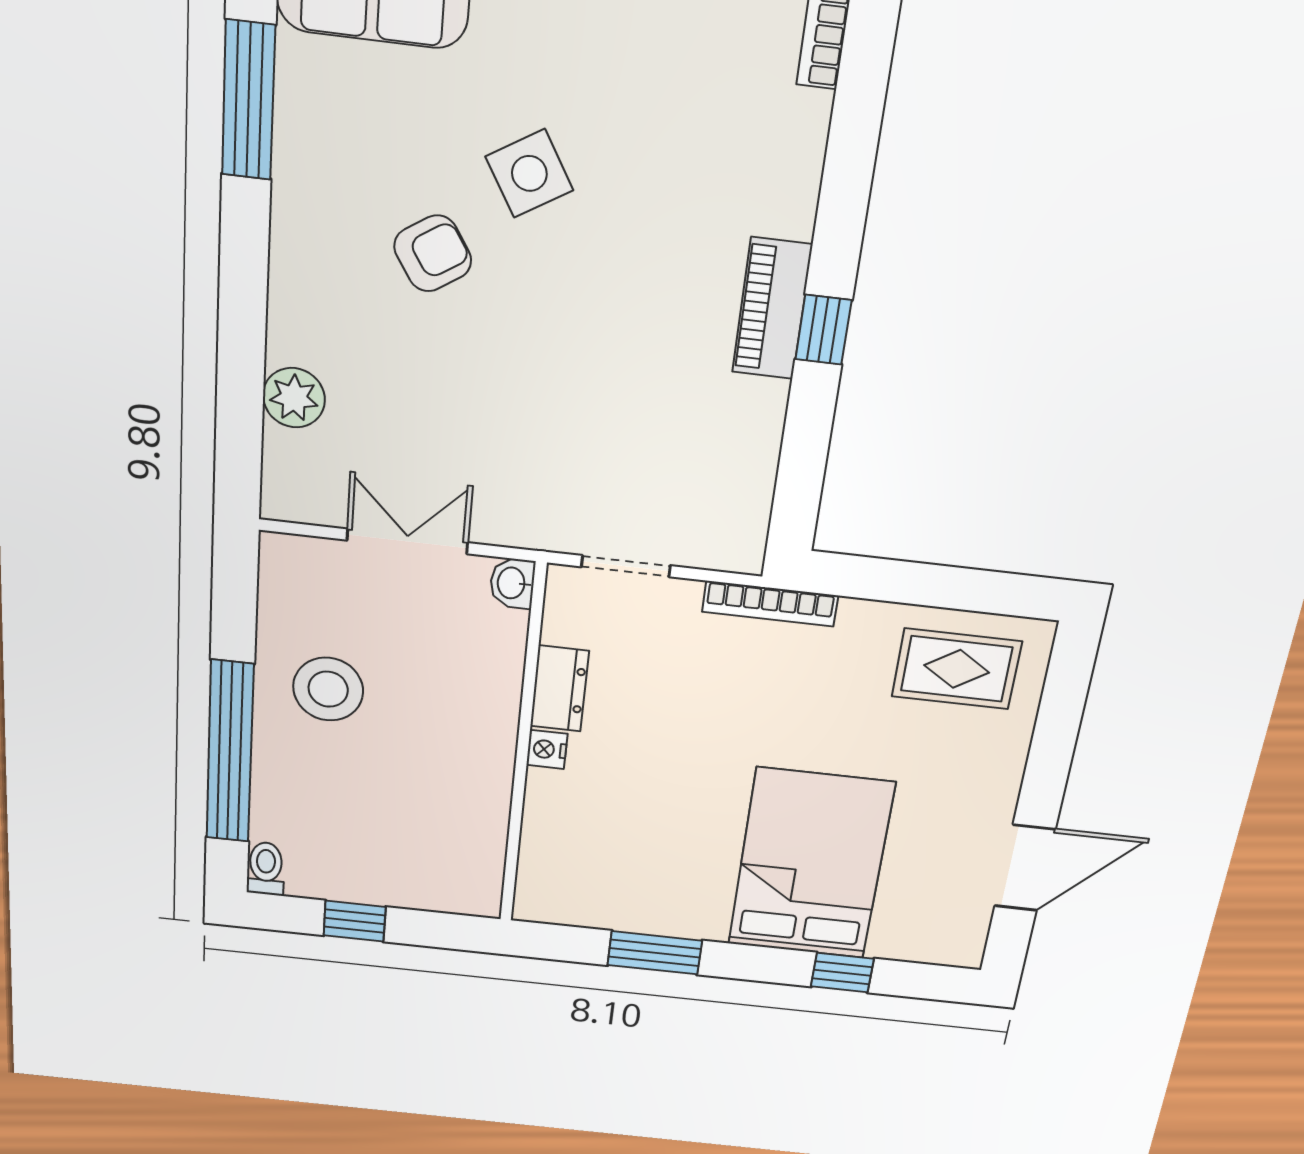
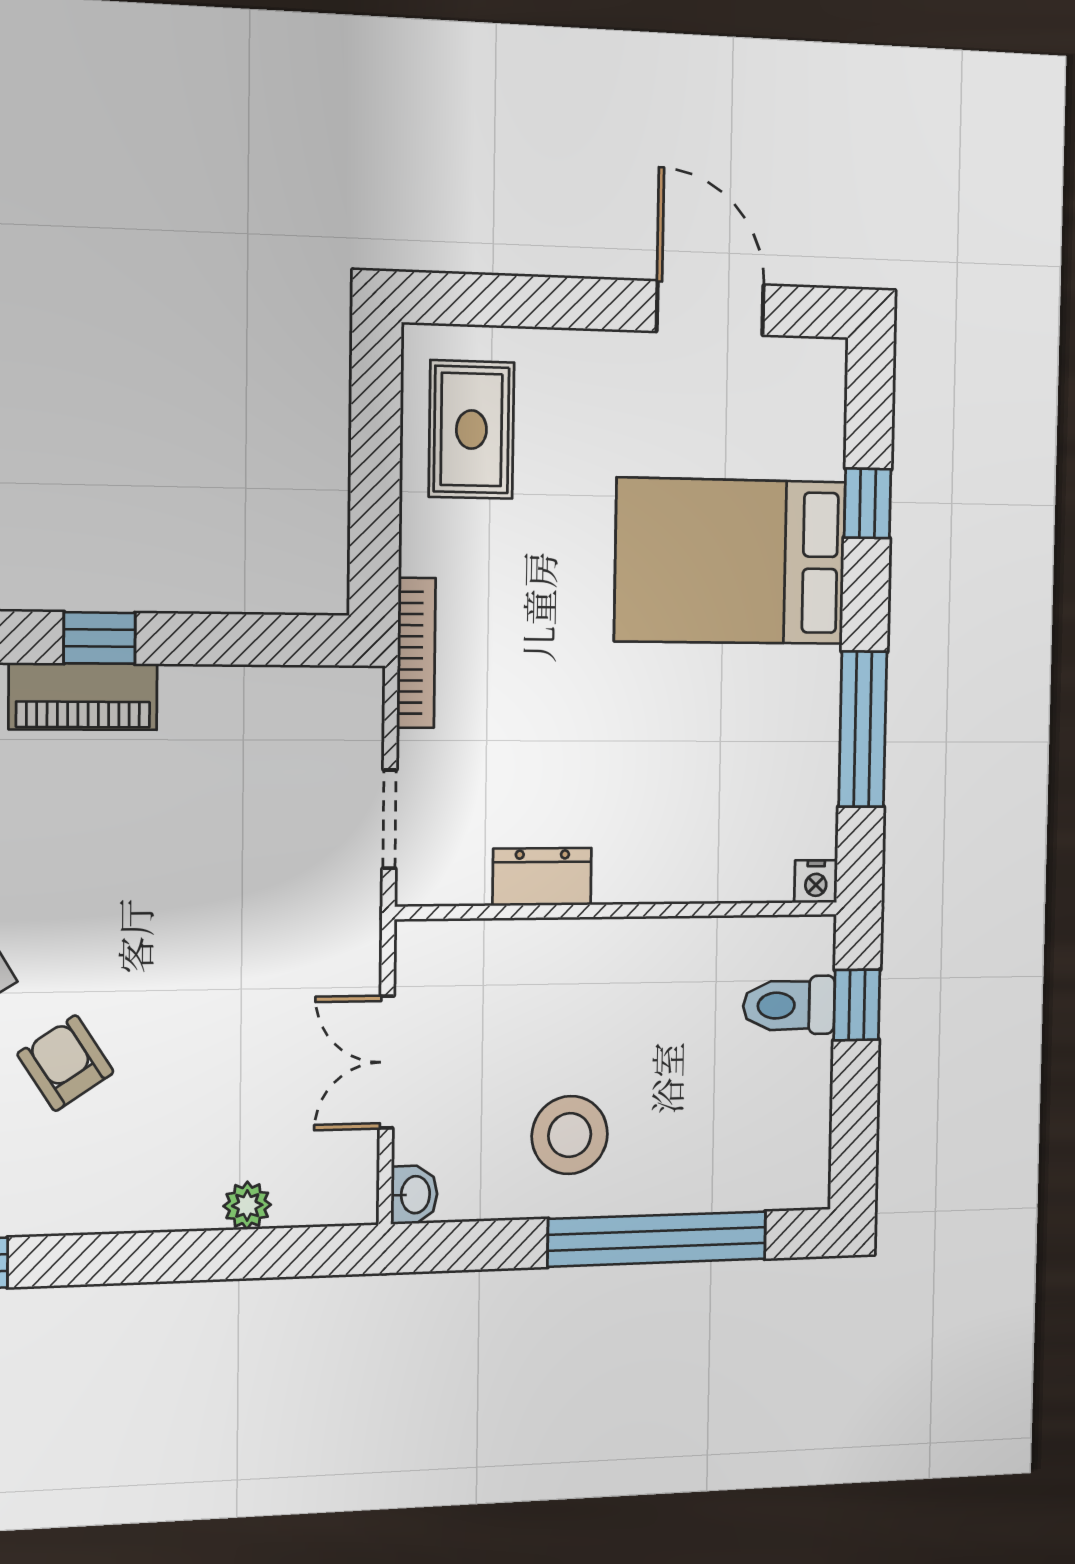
plant: (294, 398) -> (247, 1205), width x0.73, depth x0.73
washbasin: (512, 583) -> (414, 1195), moved, turned -90
nightstand: (547, 749) -> (816, 881), moved
toilet: (266, 869) -> (789, 1005), moved, width x1.37, depth x1.39
window: (355, 921) -> (857, 1005), moved
window: (655, 953) -> (863, 729), width x1.44

